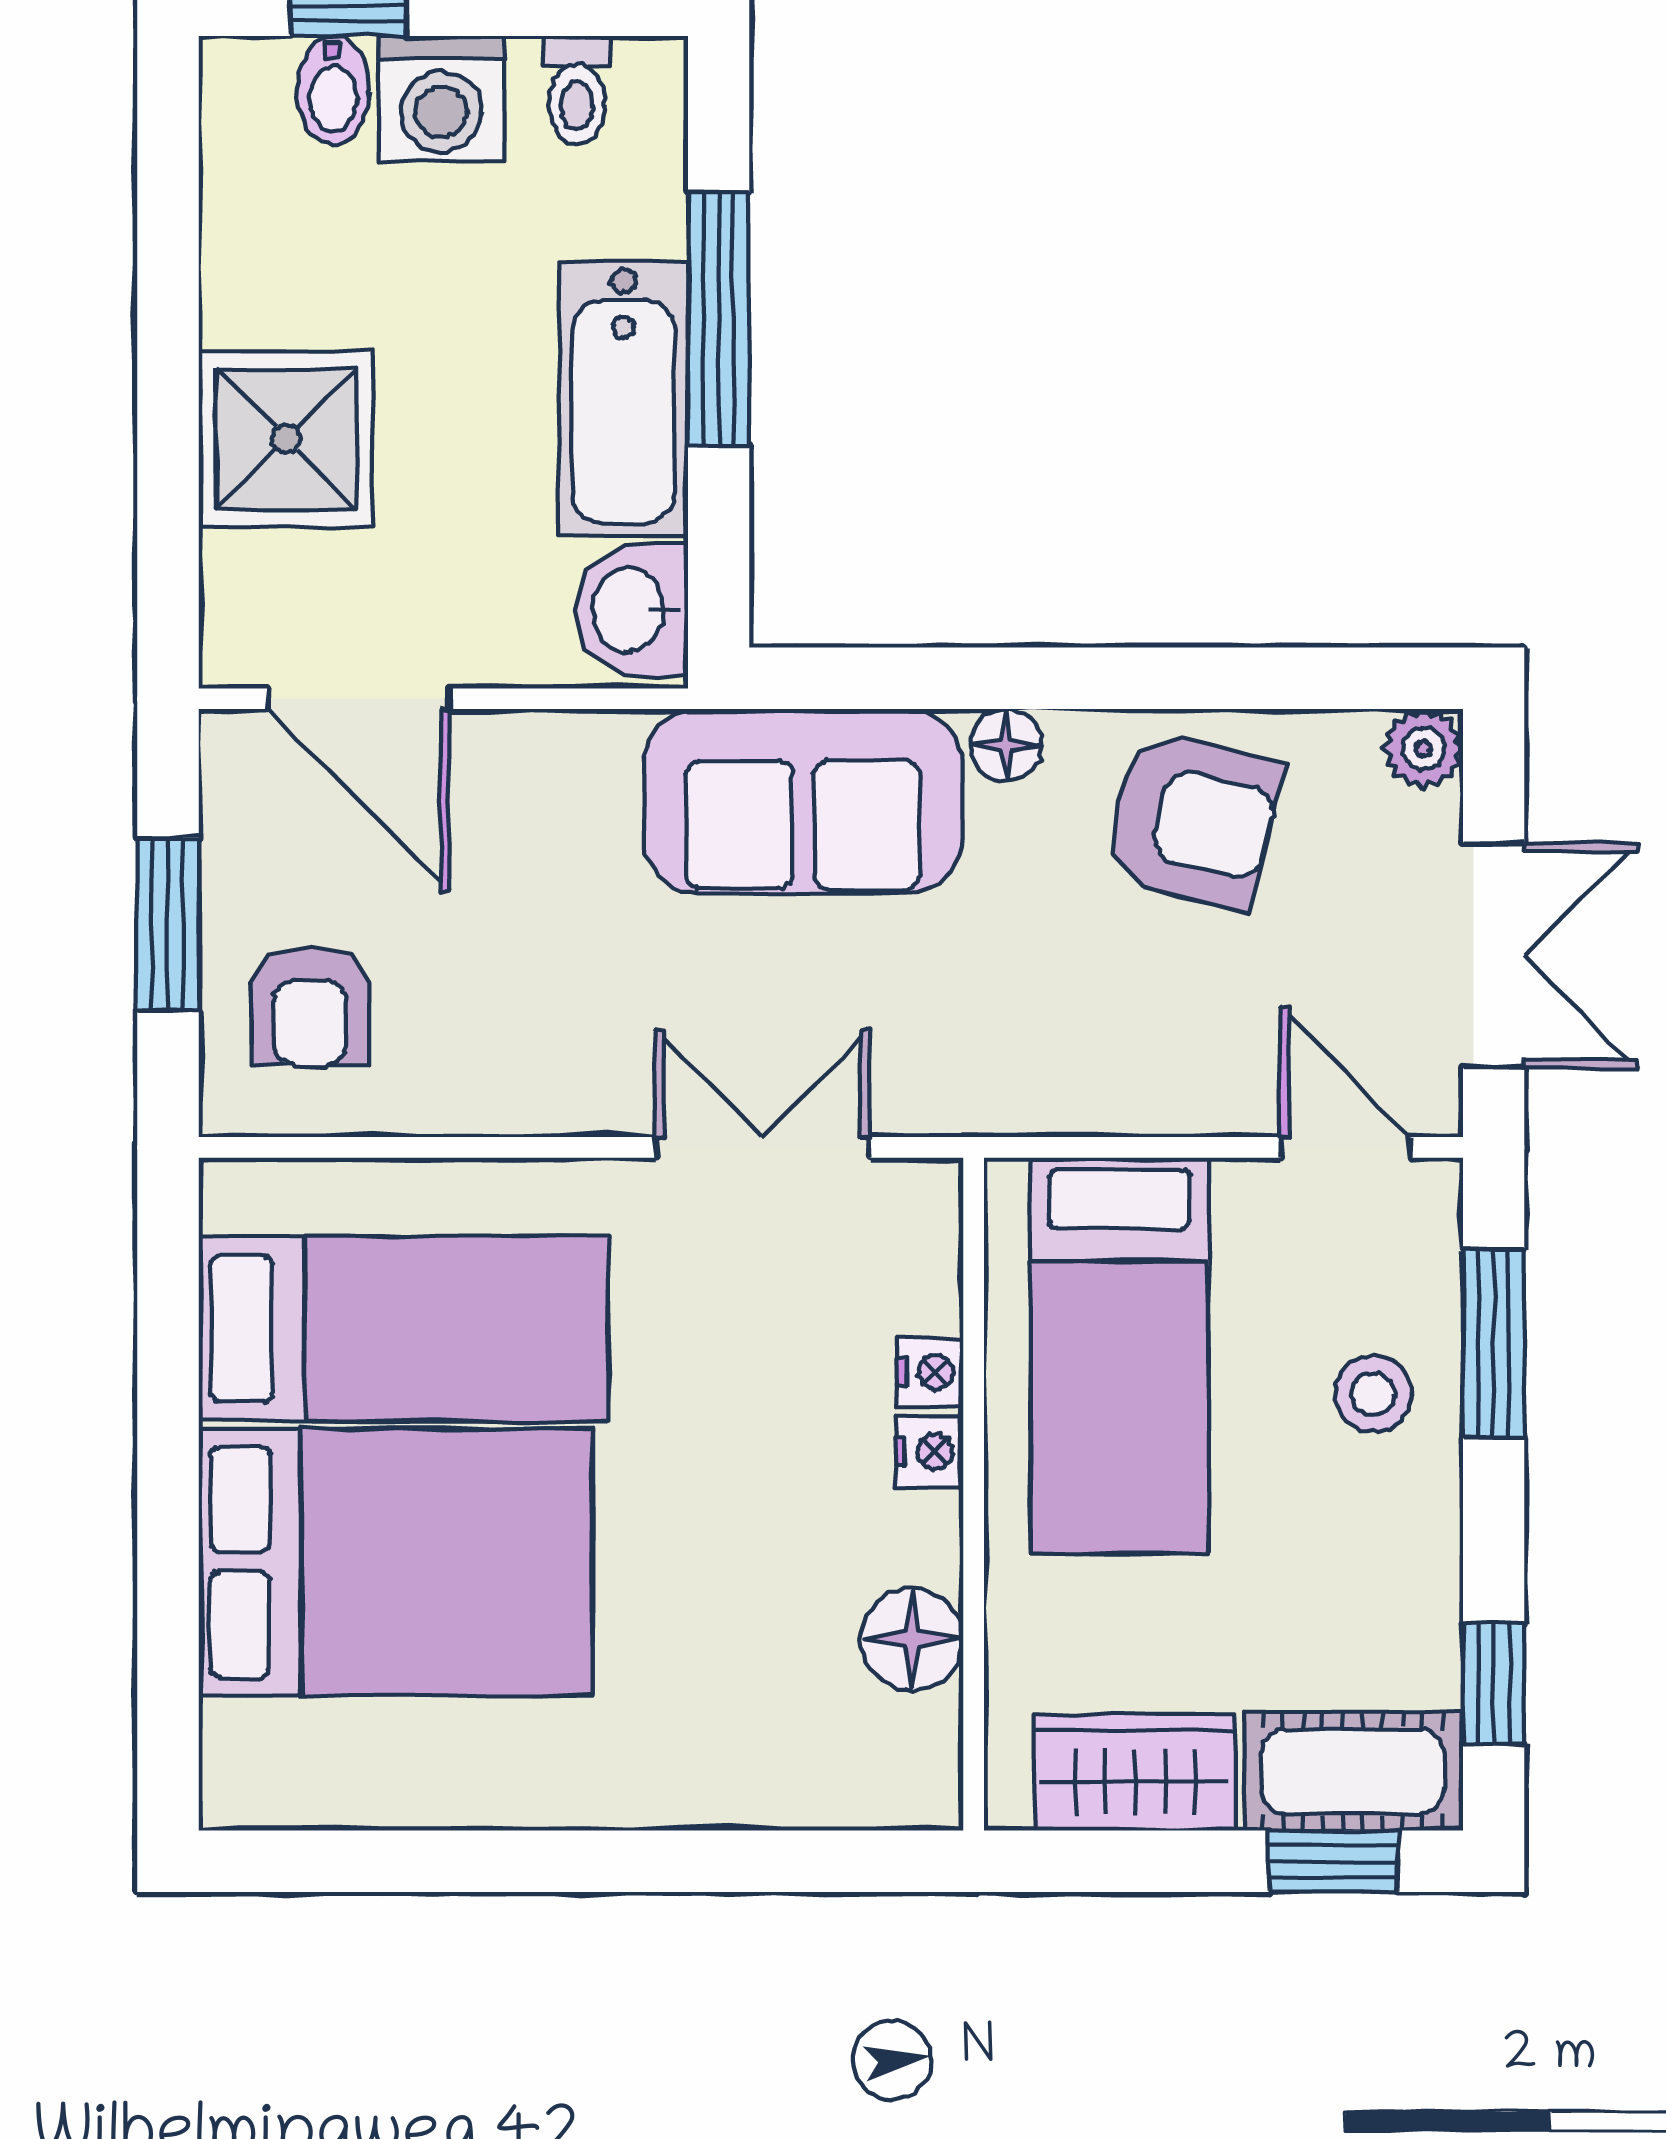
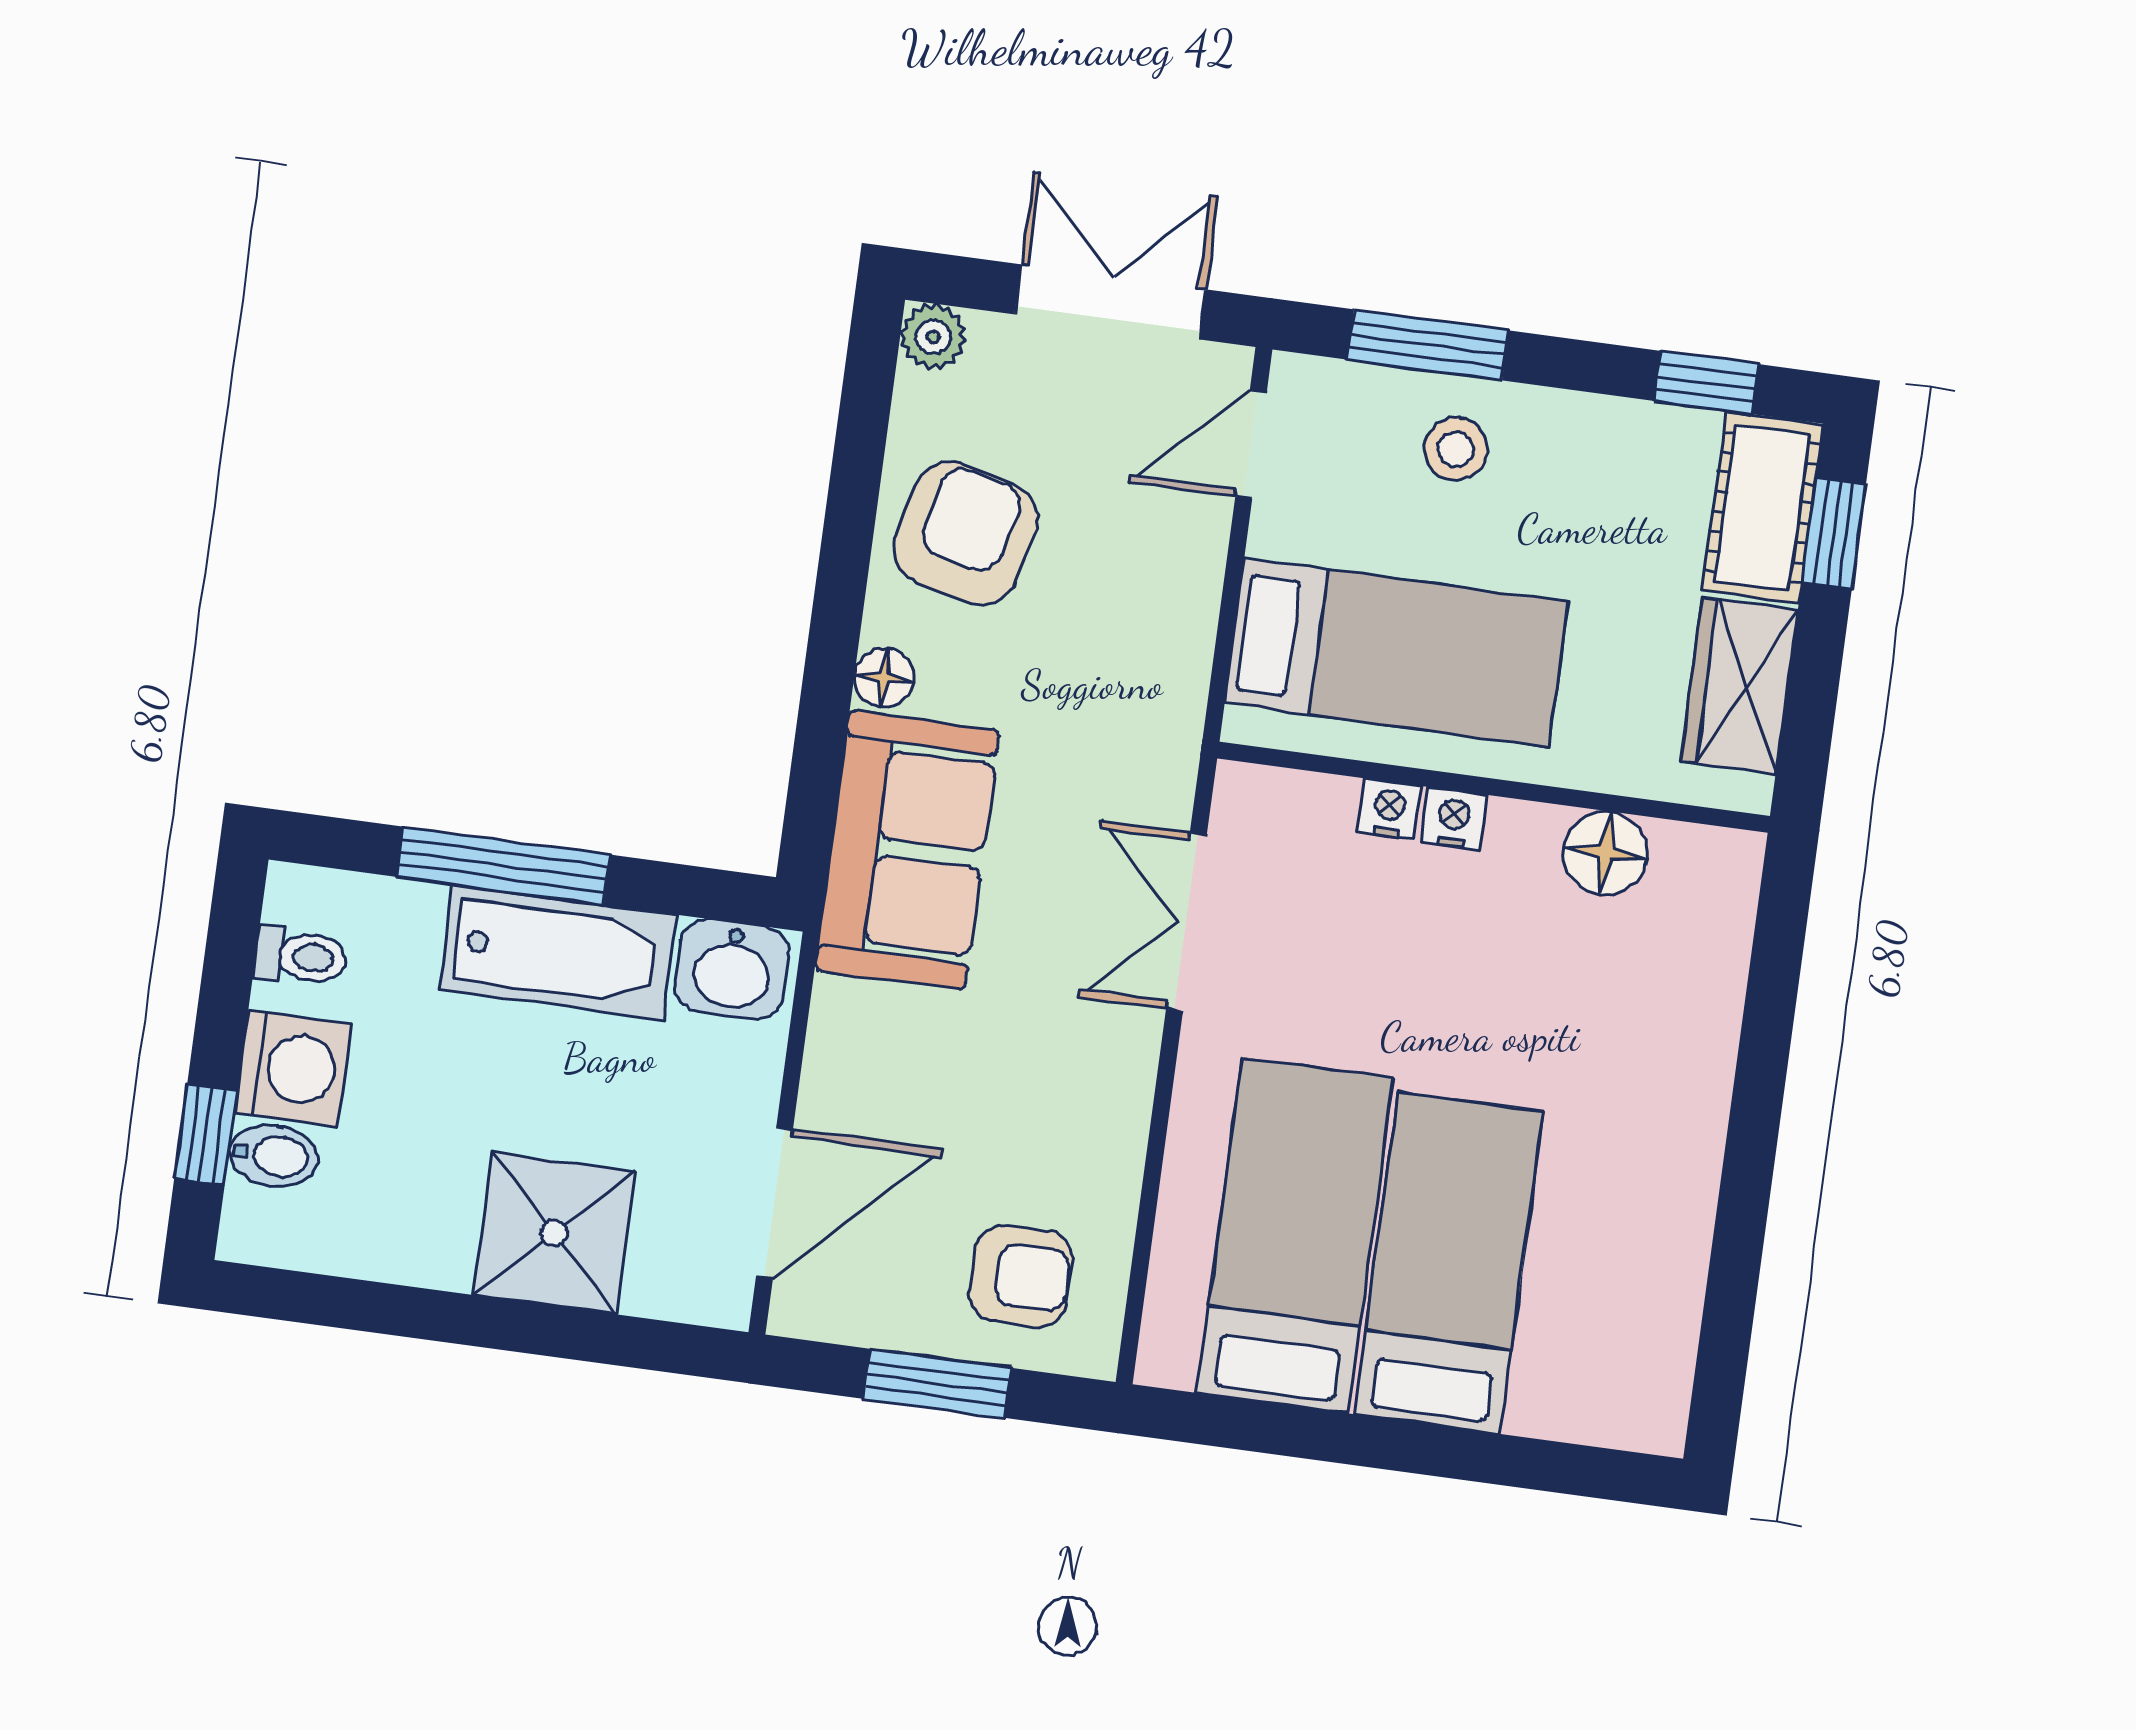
bed: (396, 1562) -> (1449, 1263), width x0.67

